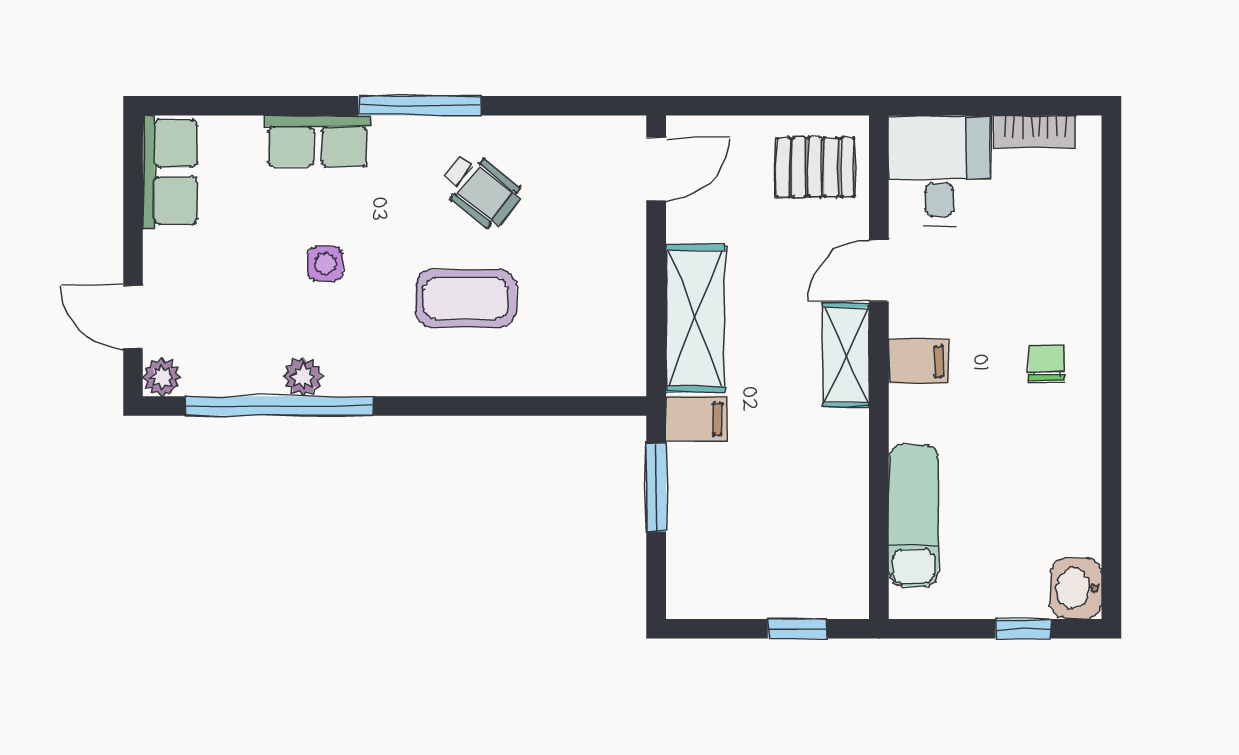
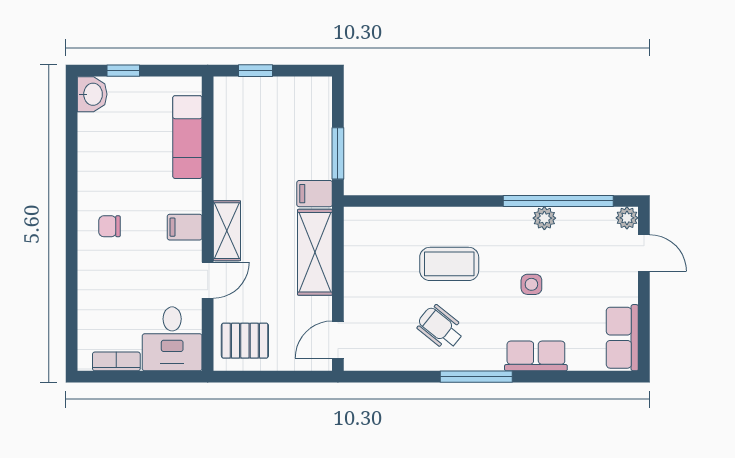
chair: (1047, 363) -> (109, 226), turned 90

